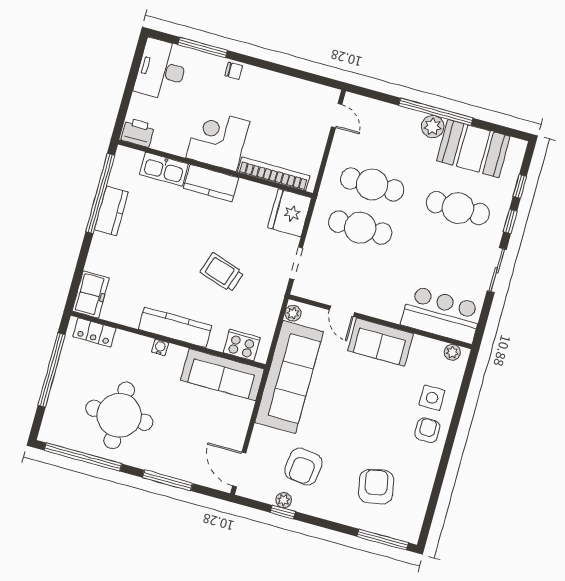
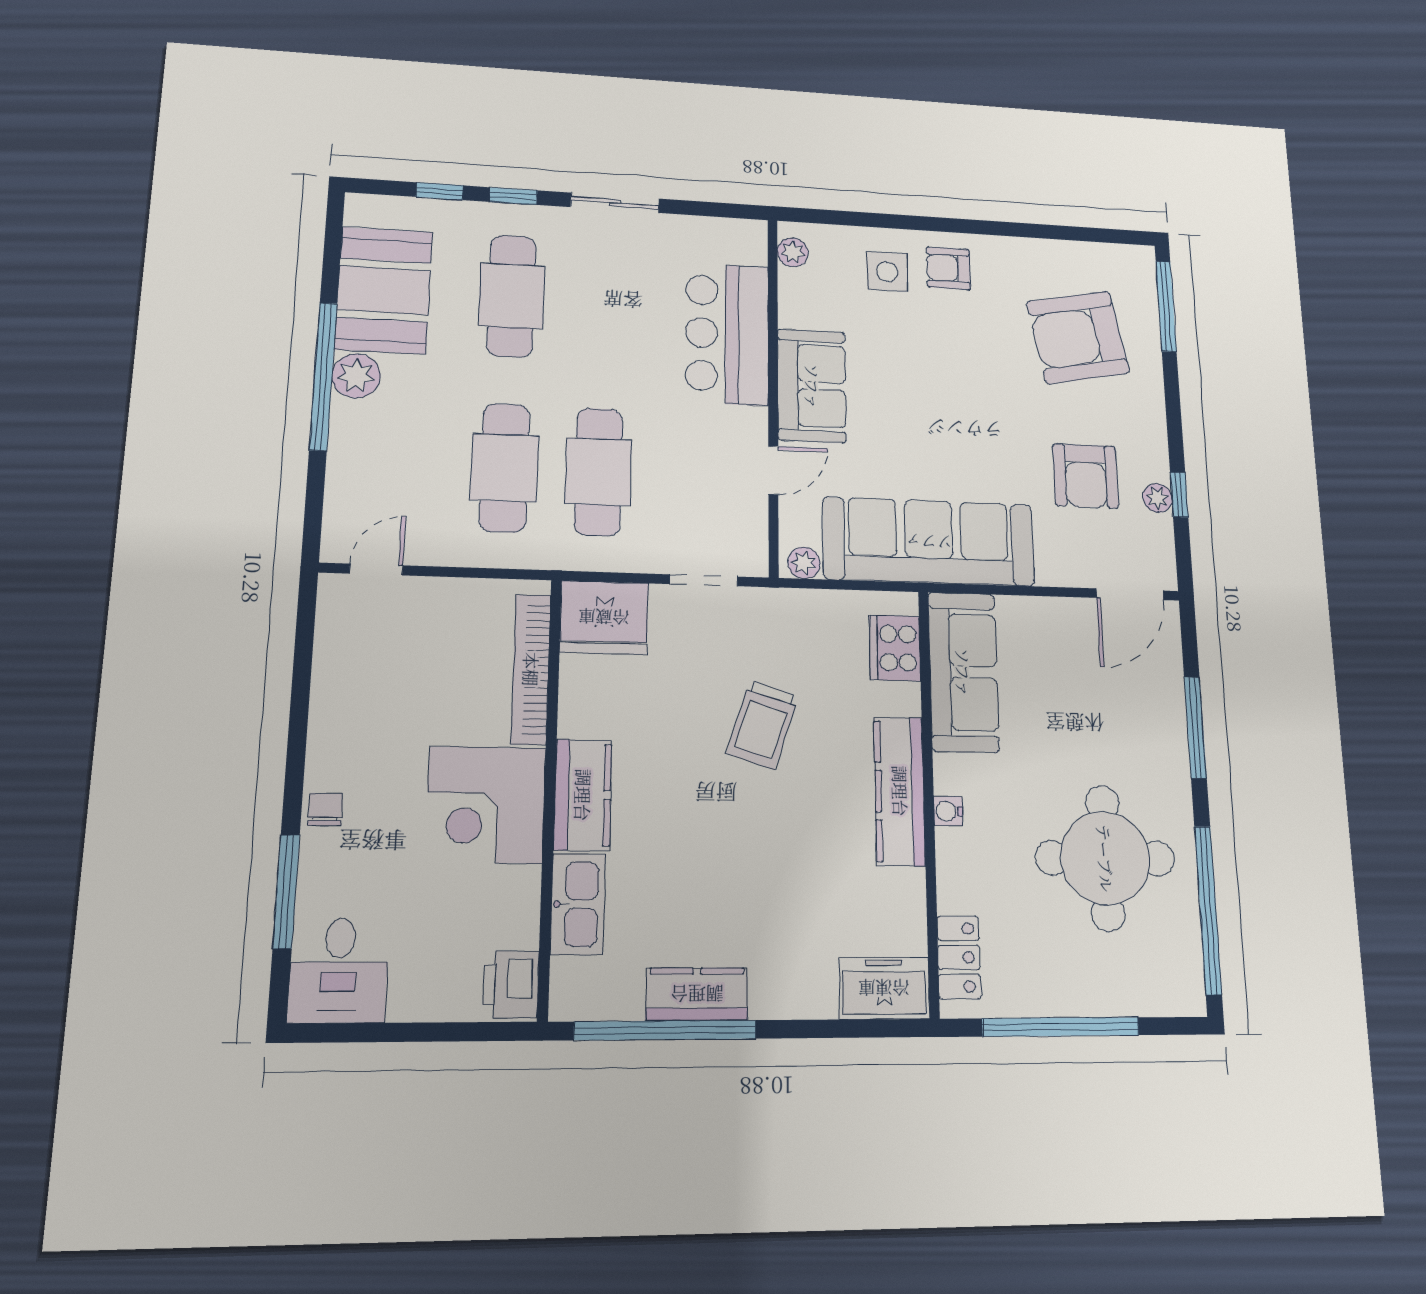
desk: (162, 70) -> (339, 970), width x0.73
bar counter: (442, 315) -> (727, 334), moved
armchair: (303, 467) -> (1086, 476), turned 83
armchair: (376, 487) -> (1078, 337), width x1.36, depth x1.36

